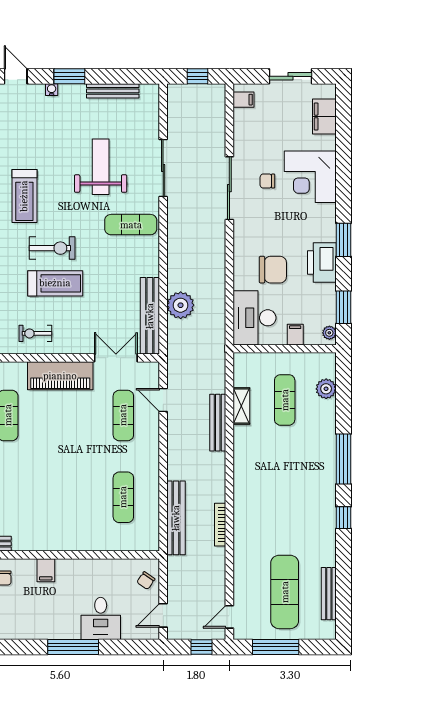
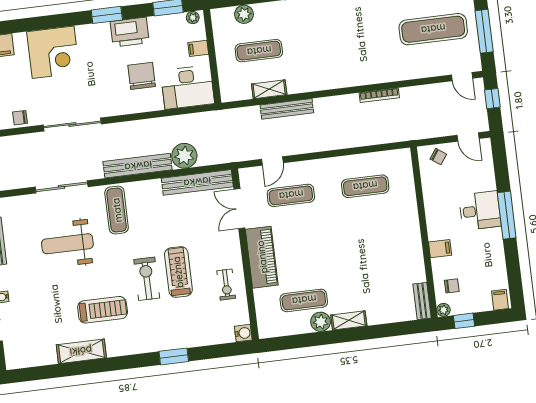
chair: (267, 181) -> (20, 118), moved, turned 90
bench: (176, 518) -> (138, 166), moved
desk: (101, 618) -> (480, 211), moved

